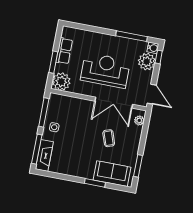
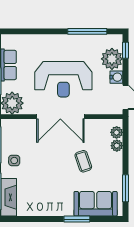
water cooler: (153, 48) -> (116, 77), moved
reception desk: (105, 70) -> (63, 79), turned 180
double door: (114, 103) -> (60, 117), moved
plant: (137, 131) -> (117, 146), added

